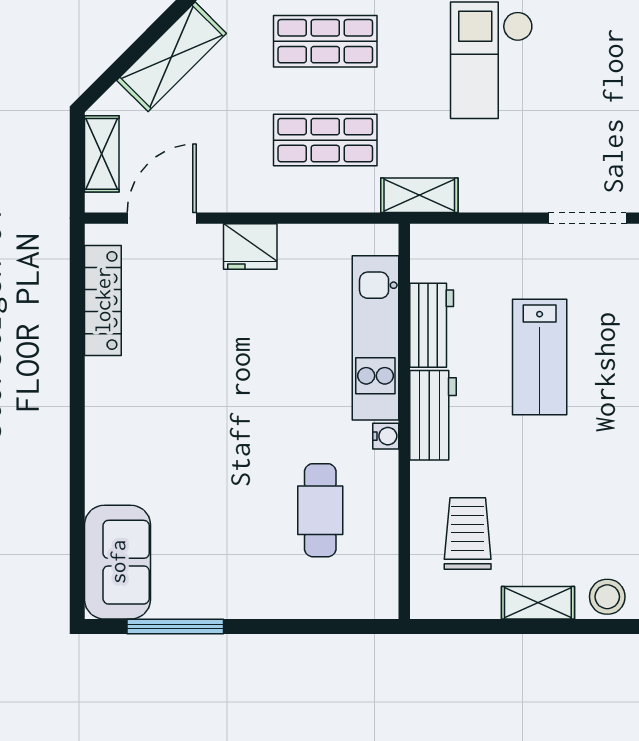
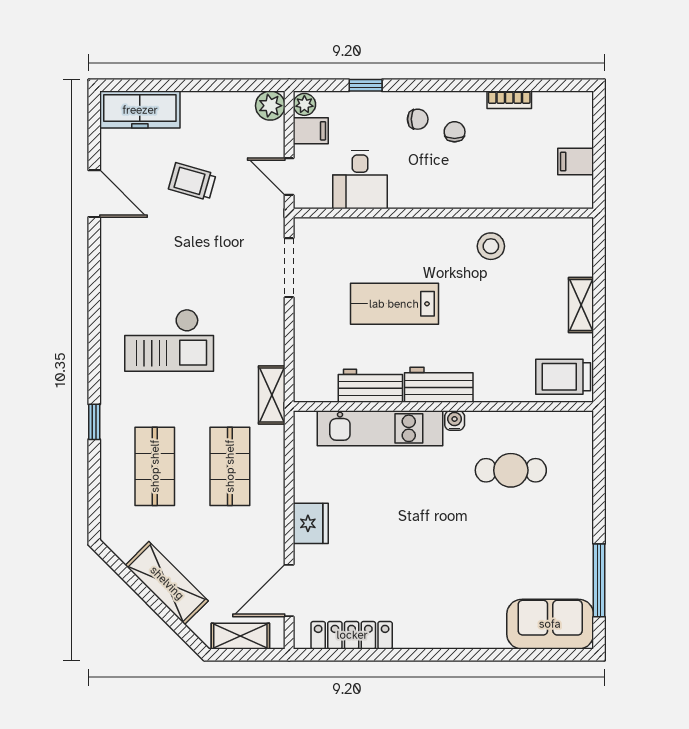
door: (162, 218) -> (289, 591), hinge flipped
lab bench: (540, 357) -> (394, 304), turned 180
trolley: (468, 533) -> (563, 377), moved
stool: (607, 597) -> (491, 246), moved

